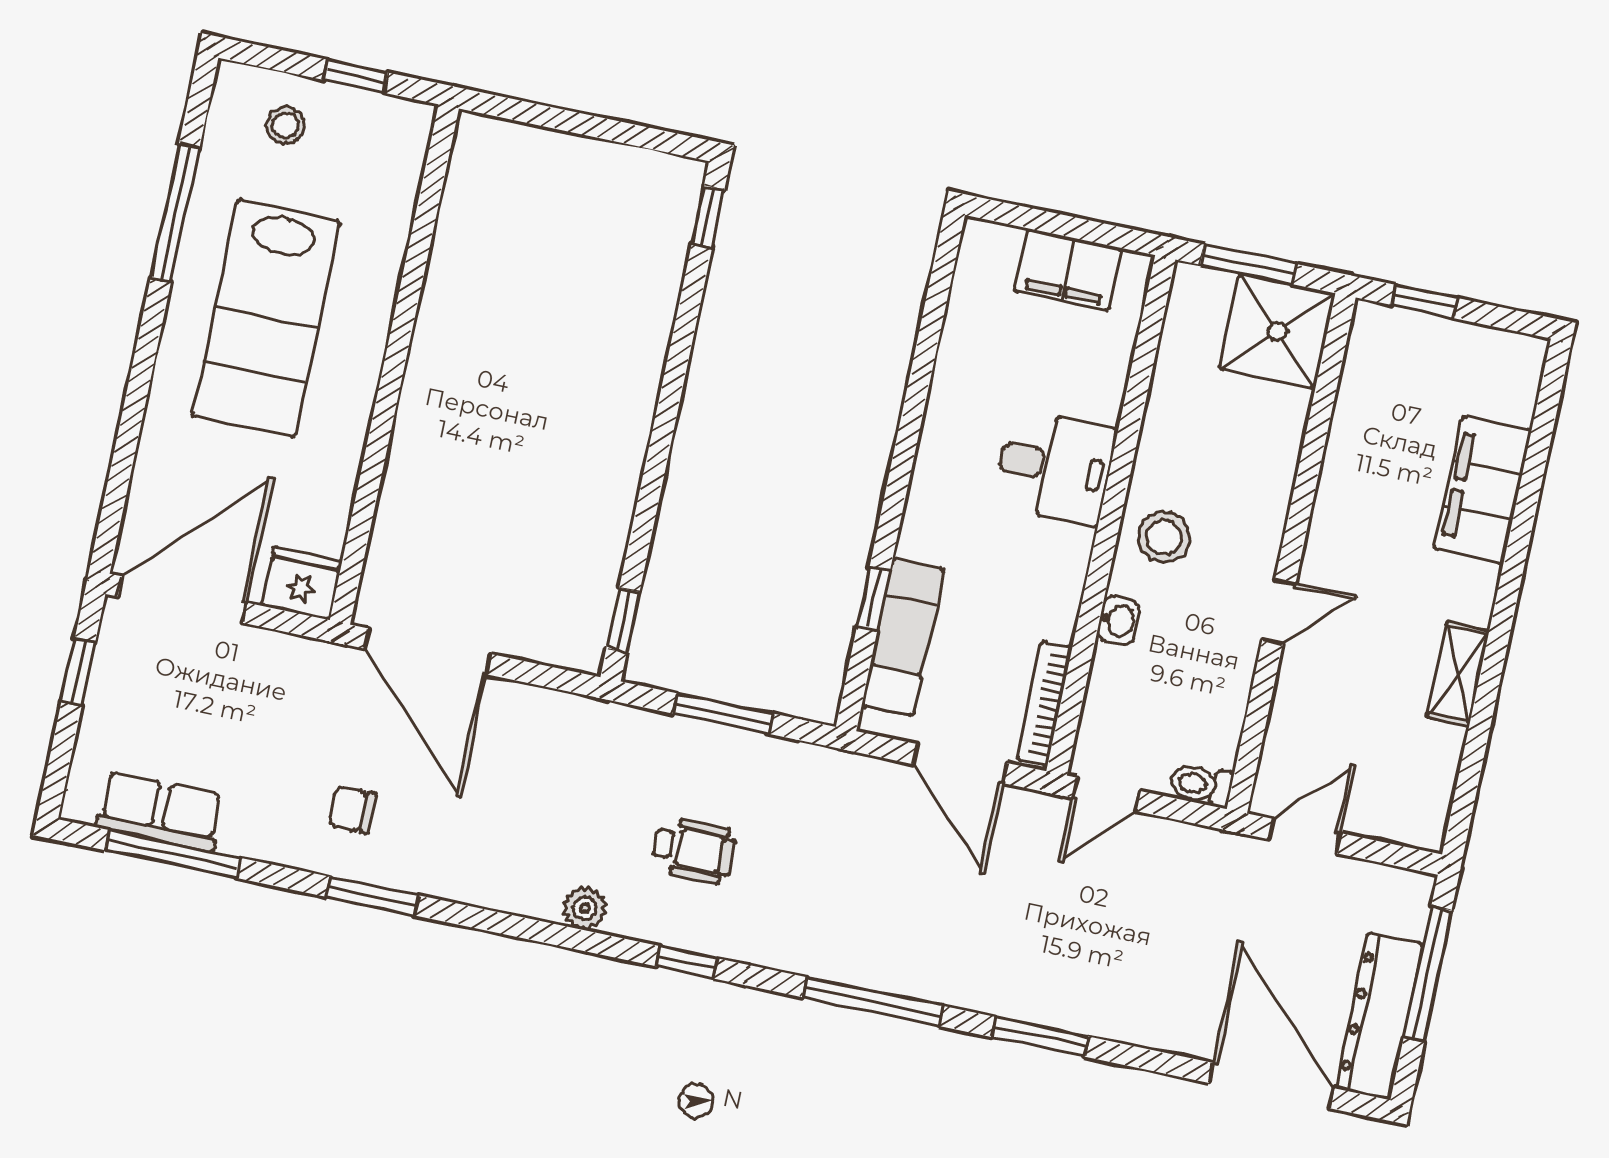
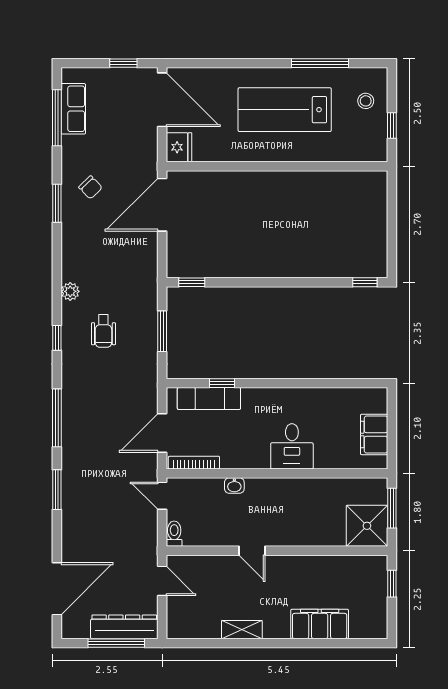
stool: (1164, 537) -> (273, 497), removed
chair: (352, 810) -> (91, 187), turned 136
dresser: (1379, 1016) -> (124, 627), moved

